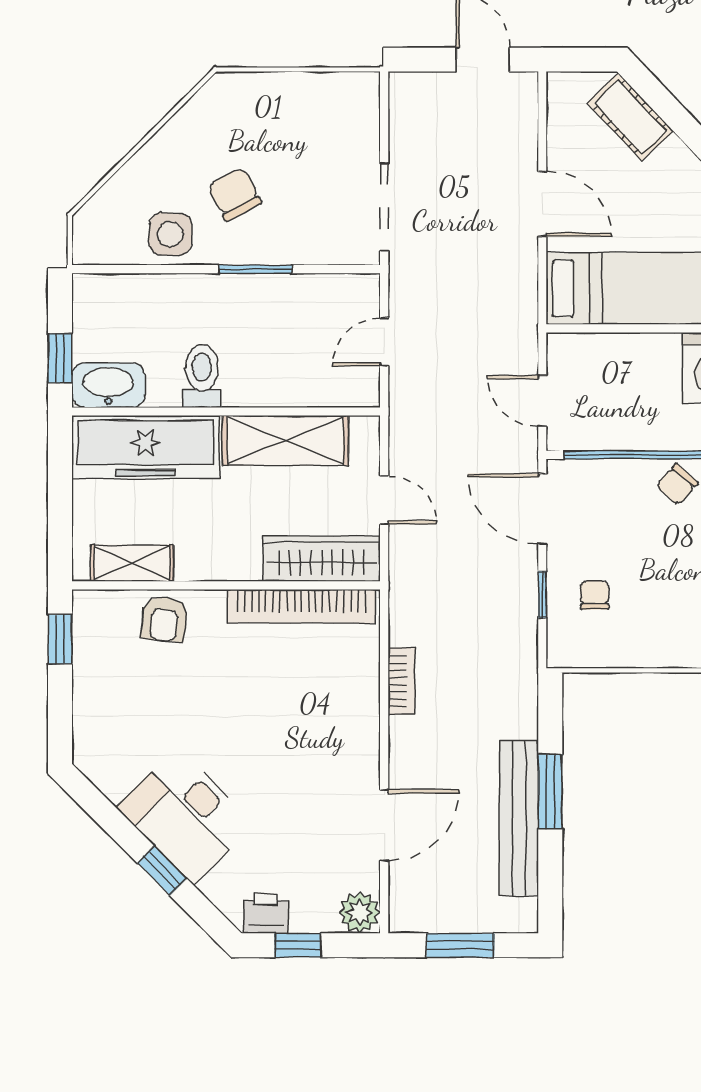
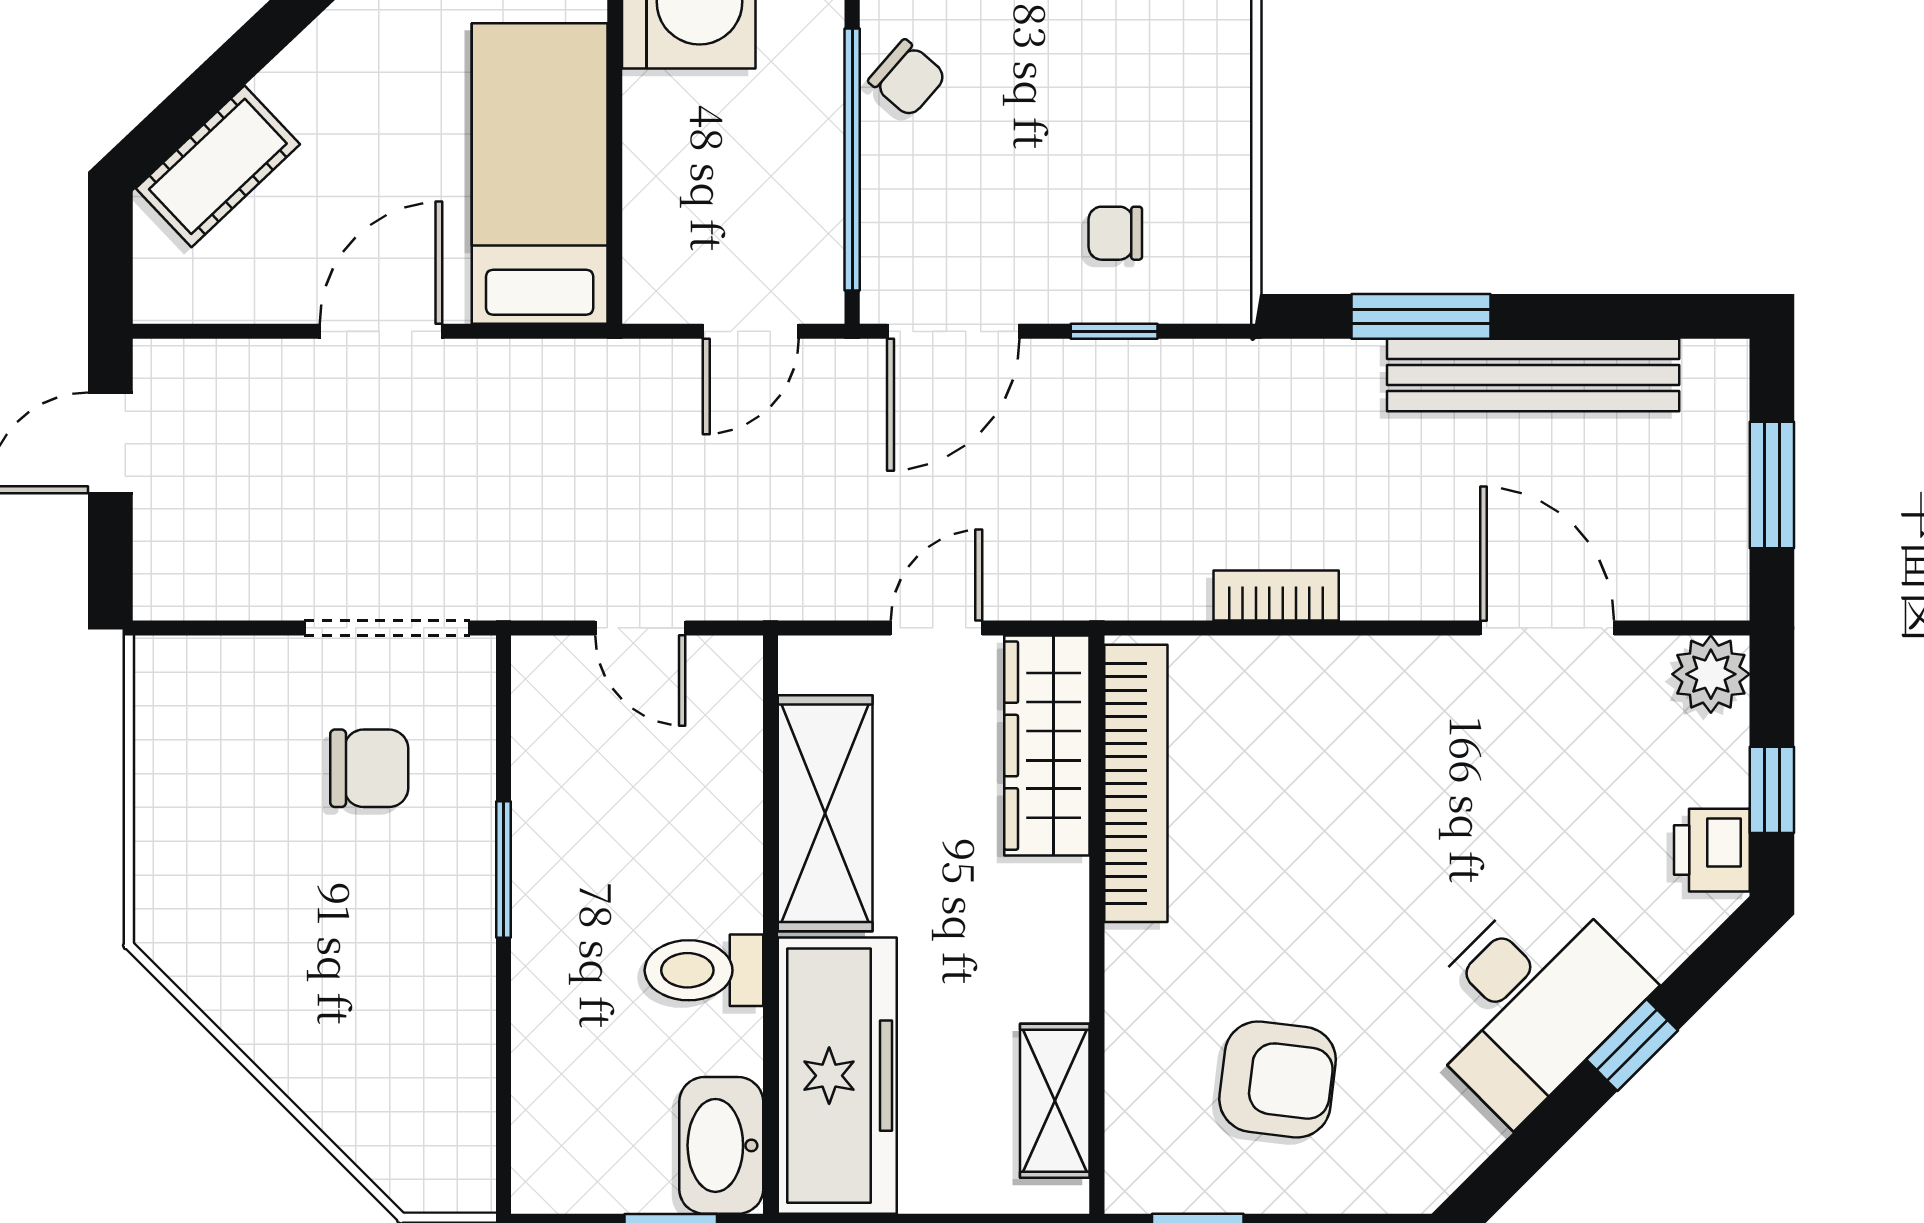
chair: (235, 194) -> (369, 768), moved, turned -153
side table: (170, 234) -> (438, 1029), removed
armchair: (164, 619) -> (1278, 1079), moved, width x1.38, depth x1.38
window: (550, 791) -> (1421, 316), moved

